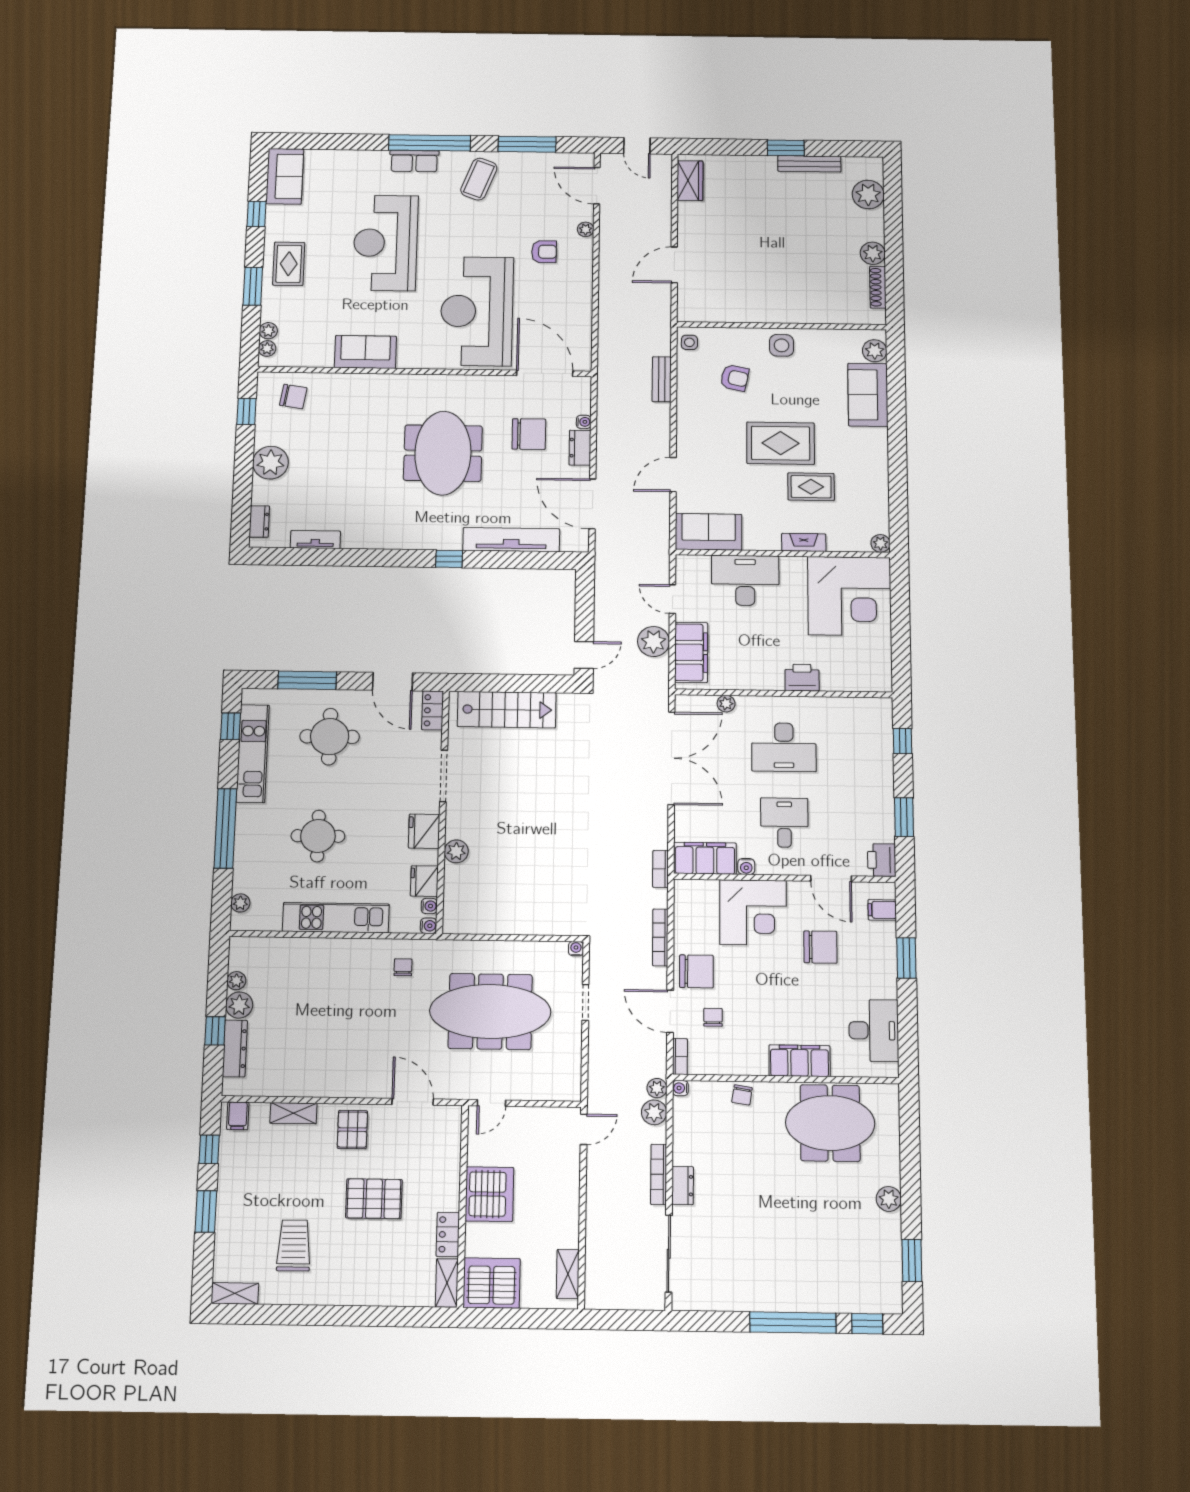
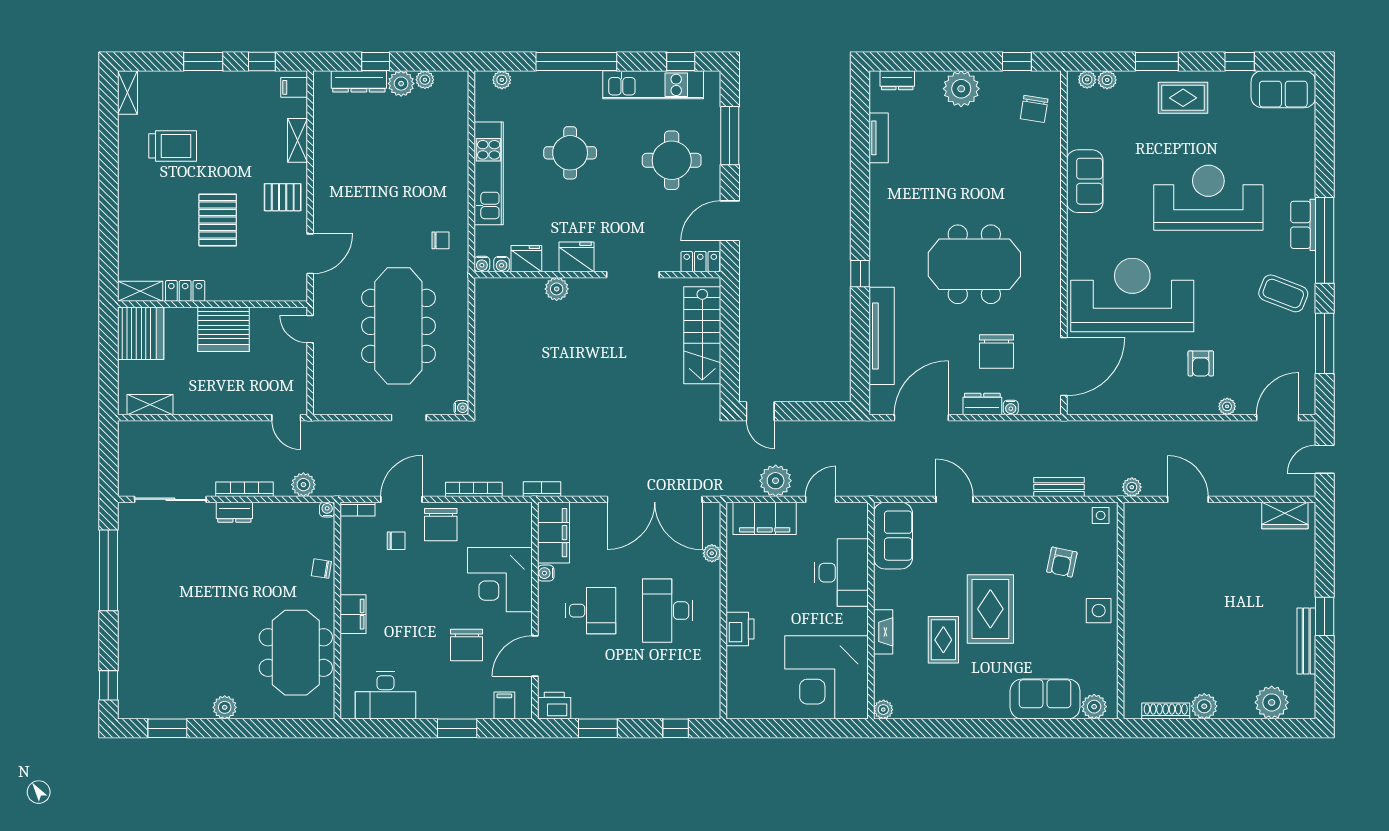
filing cabinet: (800, 1061) -> (353, 614), width x0.67, depth x0.86
plant: (657, 1088) -> (1132, 487), moved
window: (793, 1323) -> (108, 570), moved

